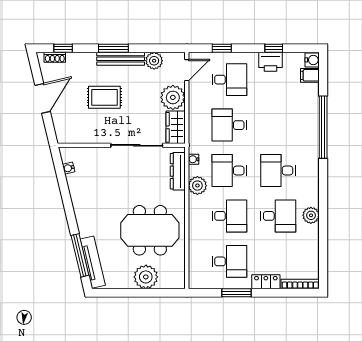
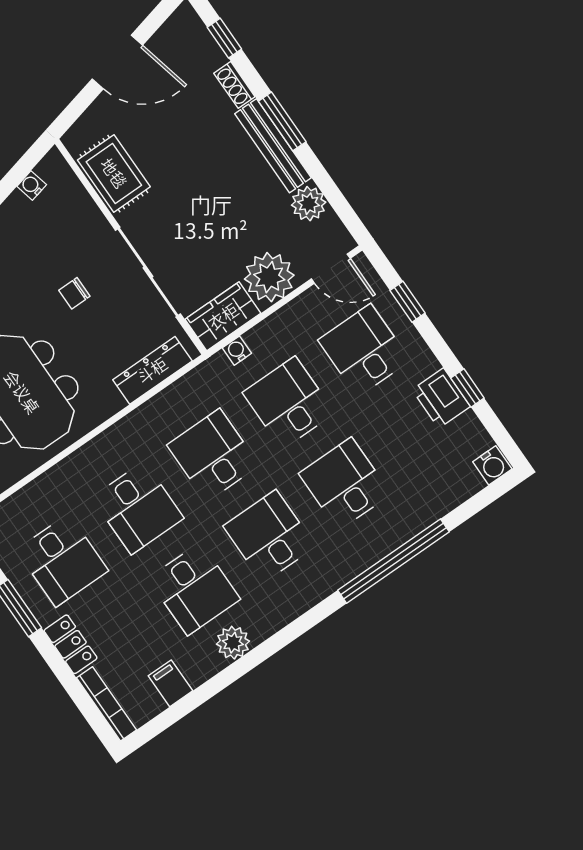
shoe rack: (55, 57) -> (234, 85), moved
filing cabinet: (310, 75) -> (171, 683), moved
desk: (229, 80) -> (364, 350), turned 180
rug: (104, 97) -> (114, 173), moved
desk: (278, 125) -> (345, 484), added
water cooler: (194, 159) -> (237, 351), moved
chair: (124, 181) -> (74, 293), added
plant: (197, 186) -> (151, 420), removed

